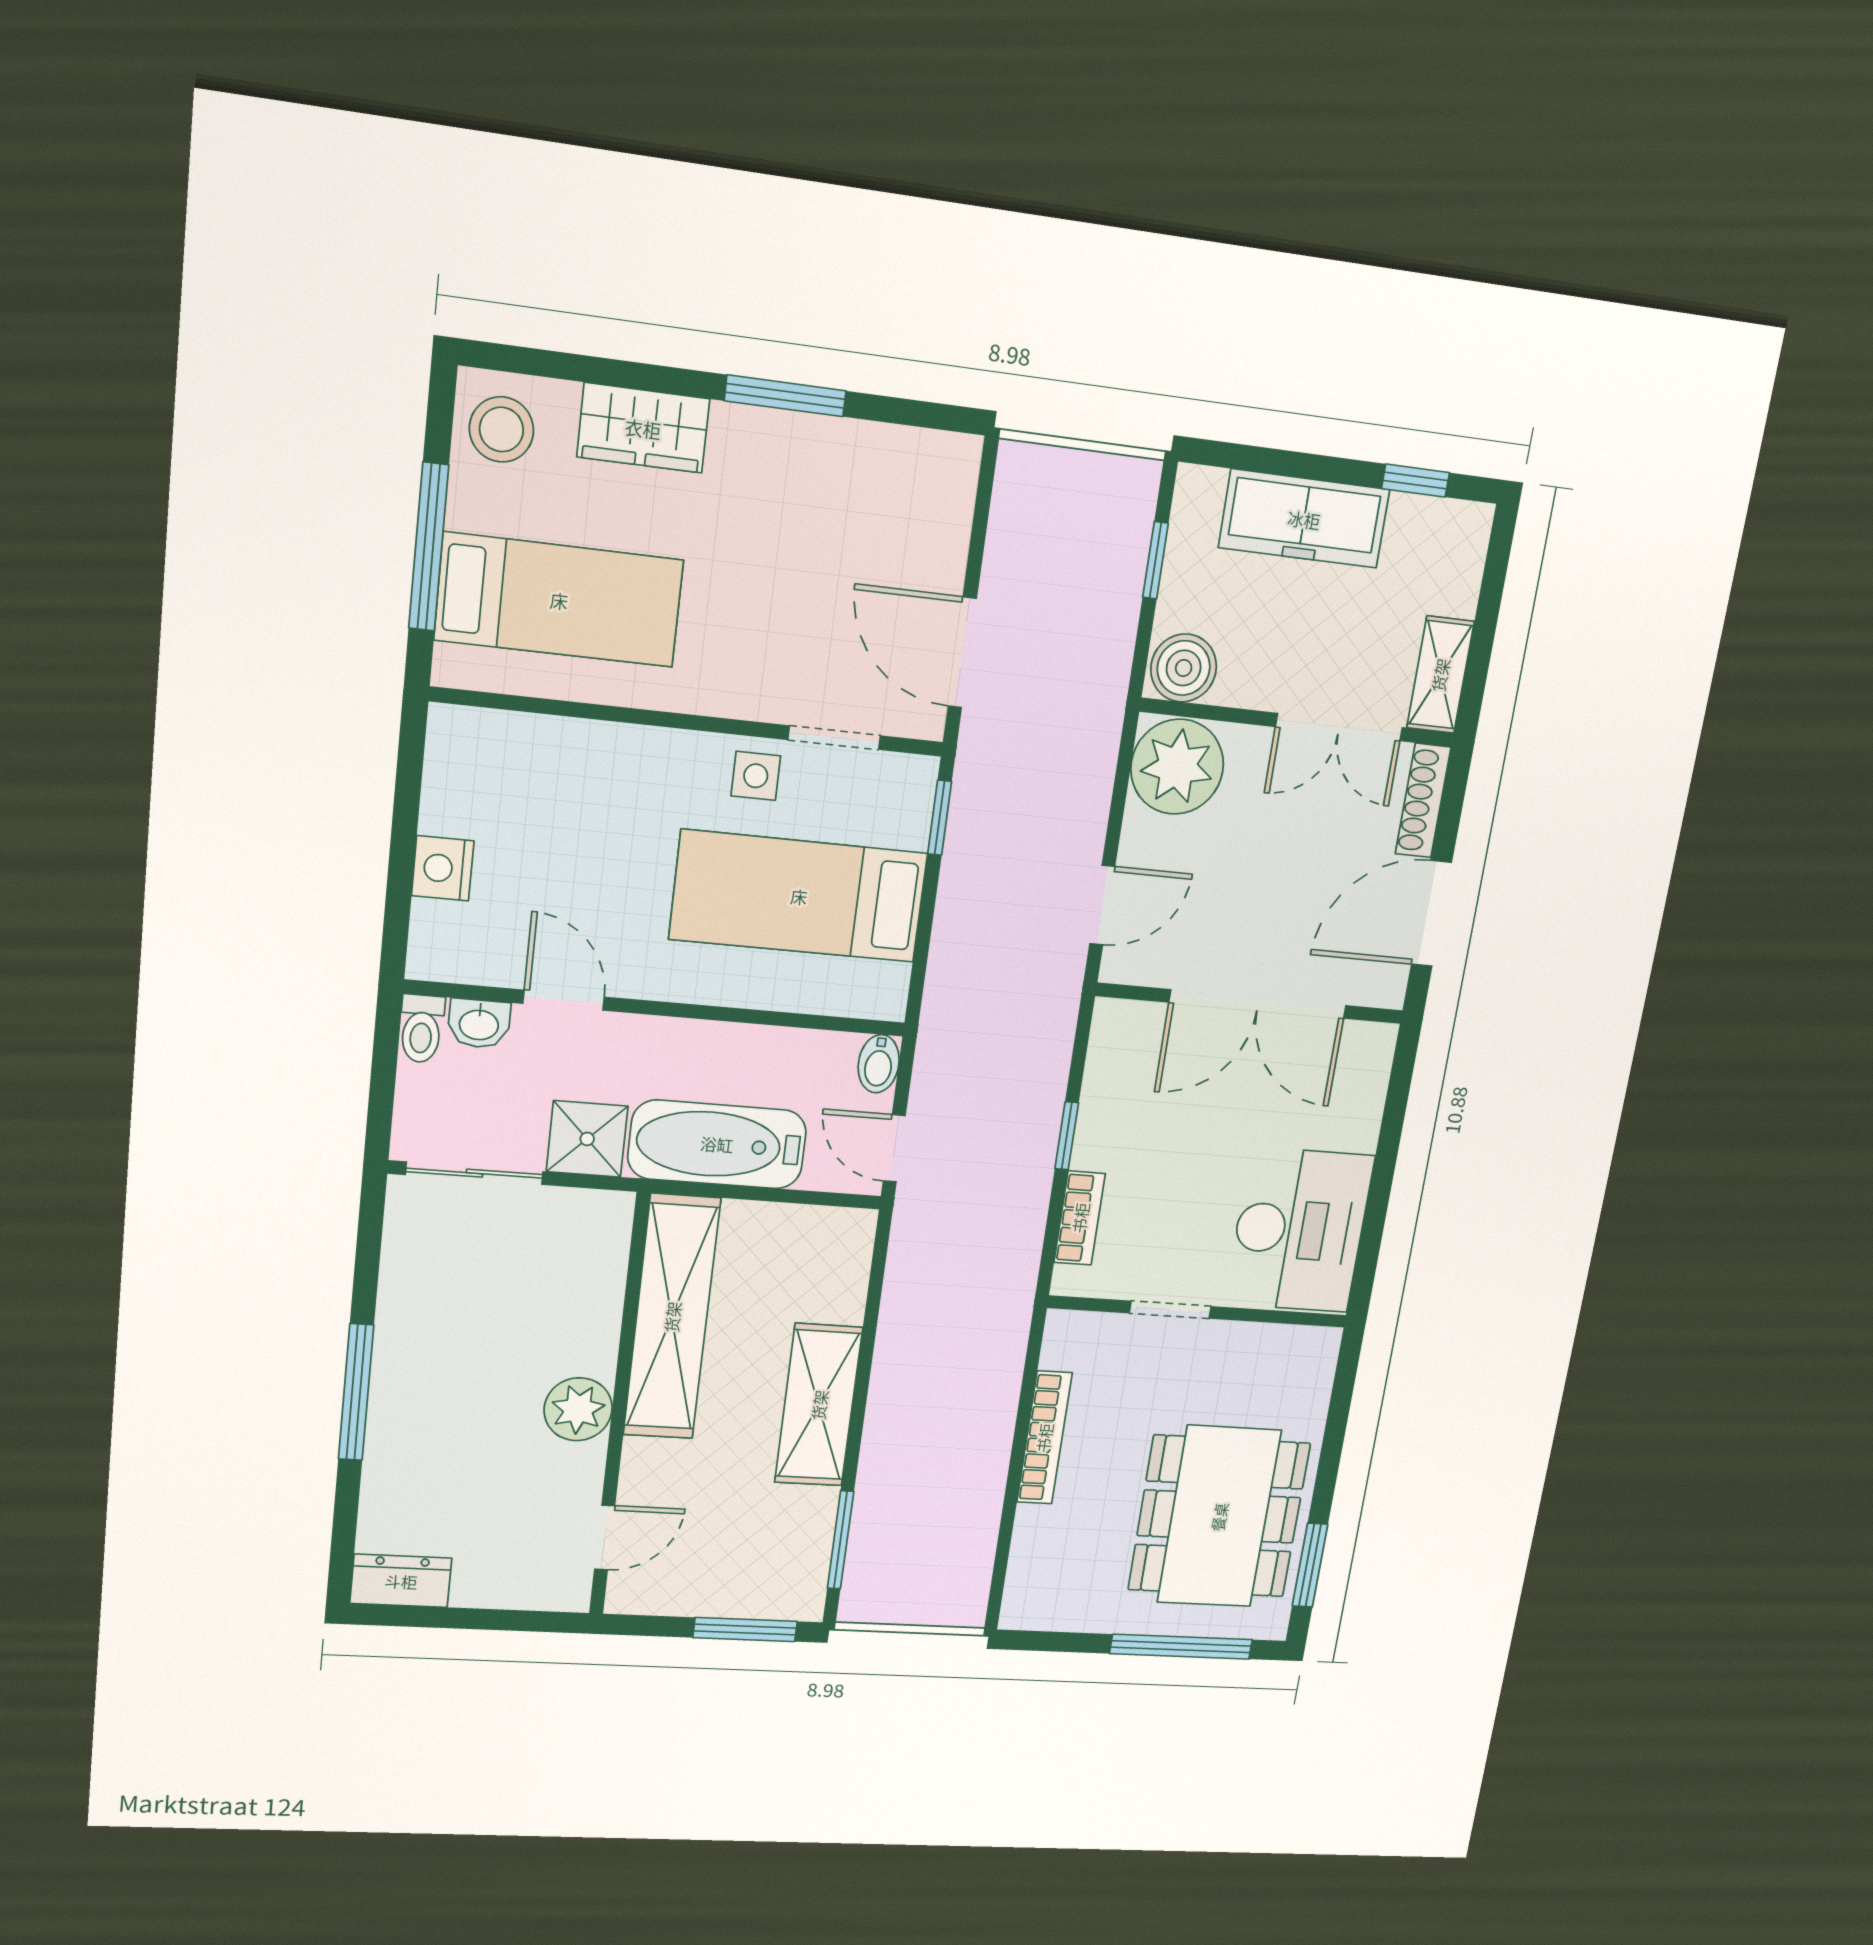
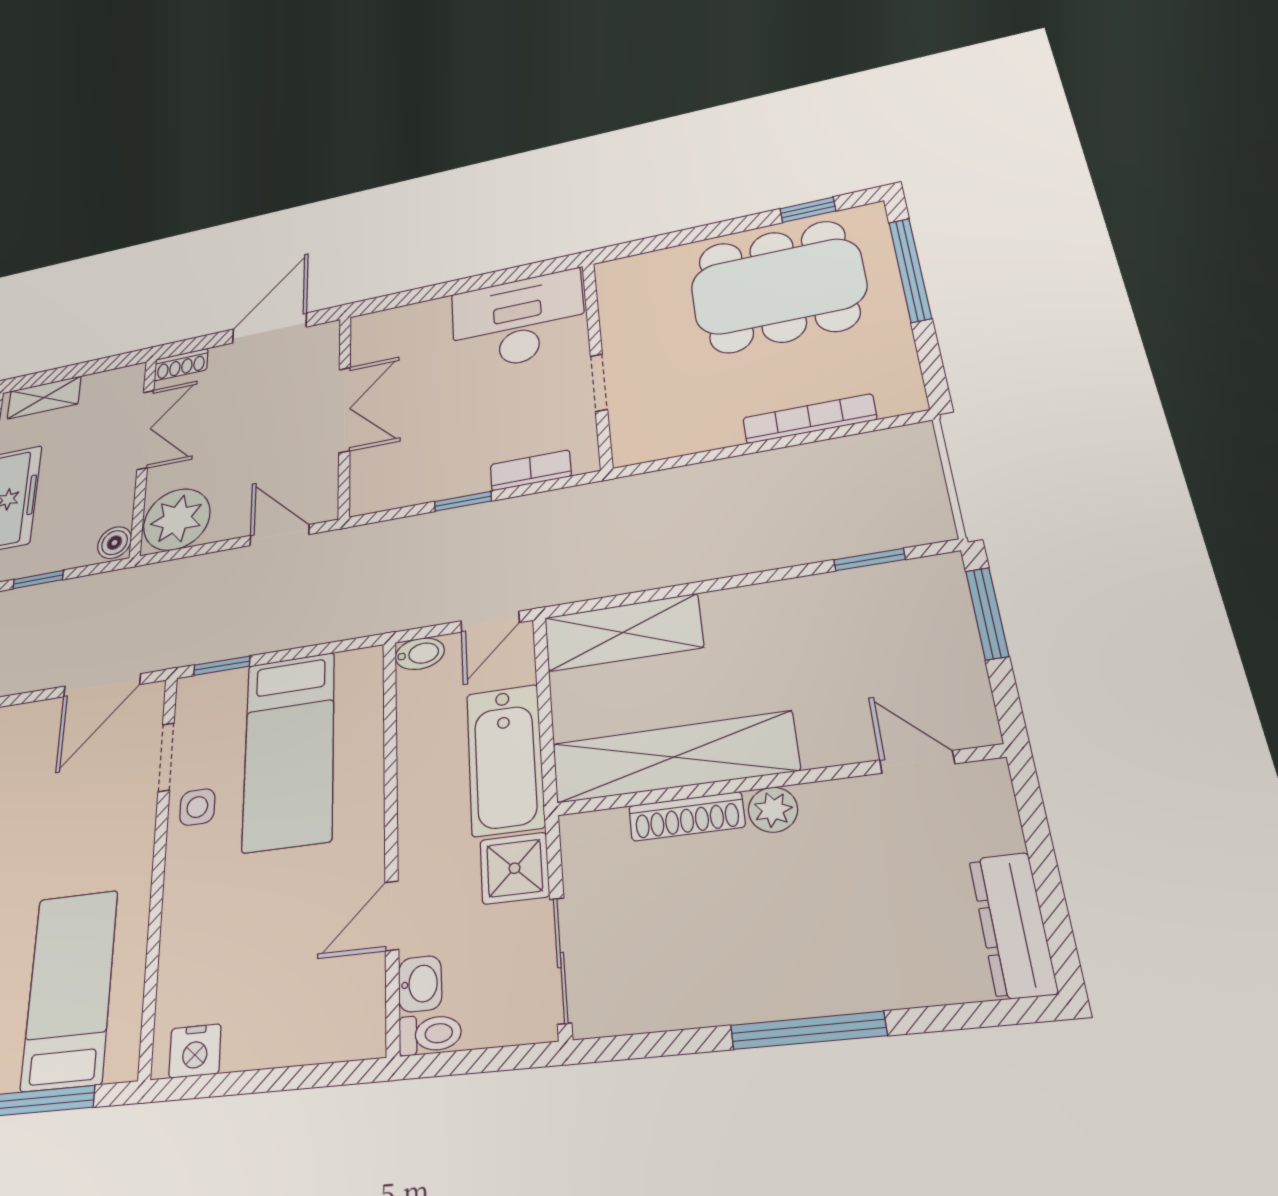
boiler: (1184, 668) -> (114, 543), width x0.73, depth x0.73
shelving: (1440, 675) -> (44, 398), moved
shoe rack: (1423, 801) -> (181, 365), width x0.70
nightstand: (443, 868) -> (195, 1051), moved
door: (1431, 913) -> (269, 328), swing flipped
double door: (1258, 1004) -> (345, 410), width x0.73
shoe rack: (602, 1319) -> (687, 816), added
shelving: (819, 1405) -> (623, 633), moved
plant: (578, 1409) -> (773, 810), width x0.73, depth x0.73
bookcase: (1044, 1438) -> (809, 419), moved
window: (841, 1540) -> (869, 560), width x0.67
window: (1310, 1565) -> (808, 210), width x0.67
dresser: (401, 1581) -> (1013, 925), width x1.44

